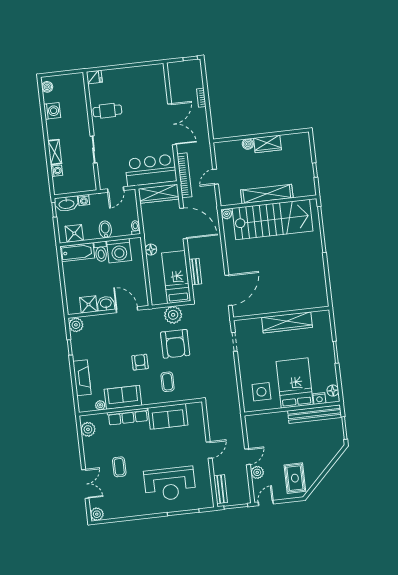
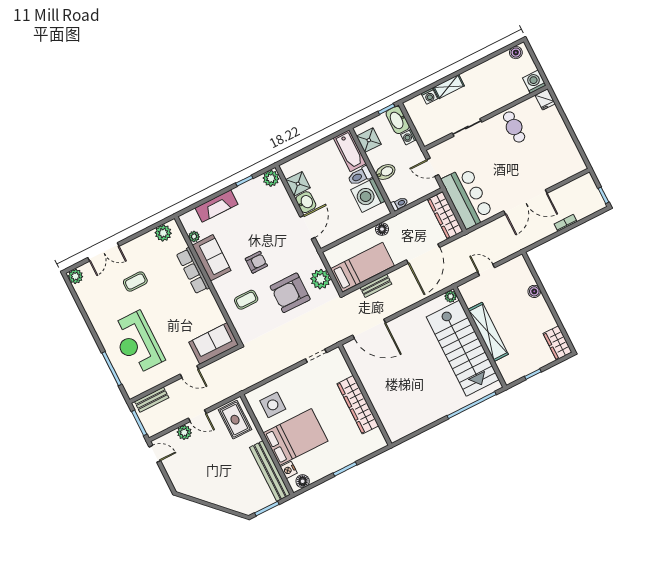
washing machine: (52, 111) -> (534, 82), moved, turned 180
wardrobe: (267, 144) -> (558, 343), moved
bookcase: (184, 175) -> (475, 236), removed
sofa: (168, 416) -> (214, 343), moved, turned 90
rug: (295, 478) -> (235, 420), moved, turned 90

